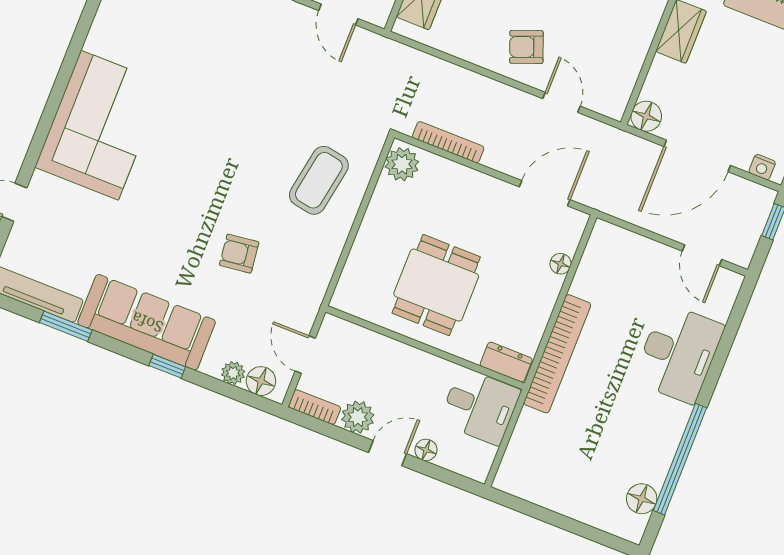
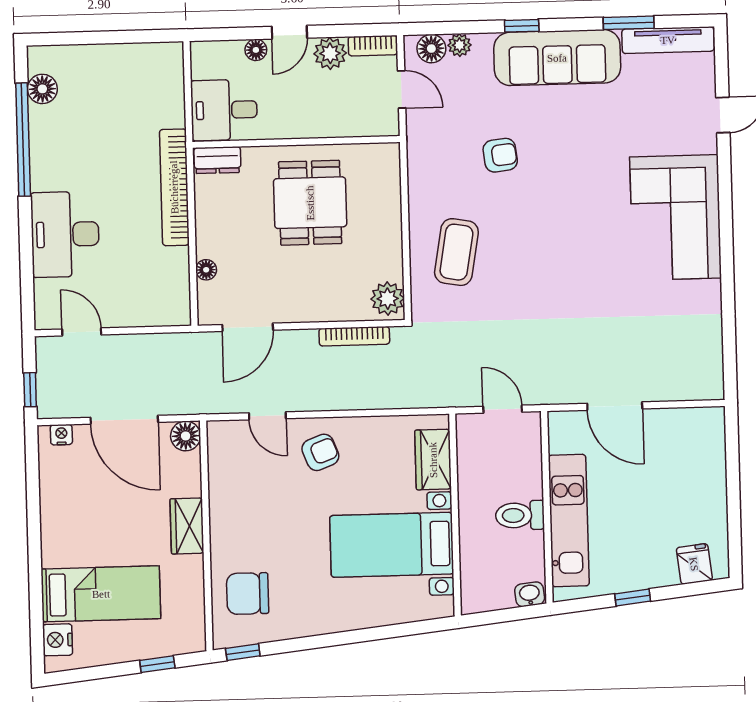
door: (697, 156) -> (124, 420), swing flipped

